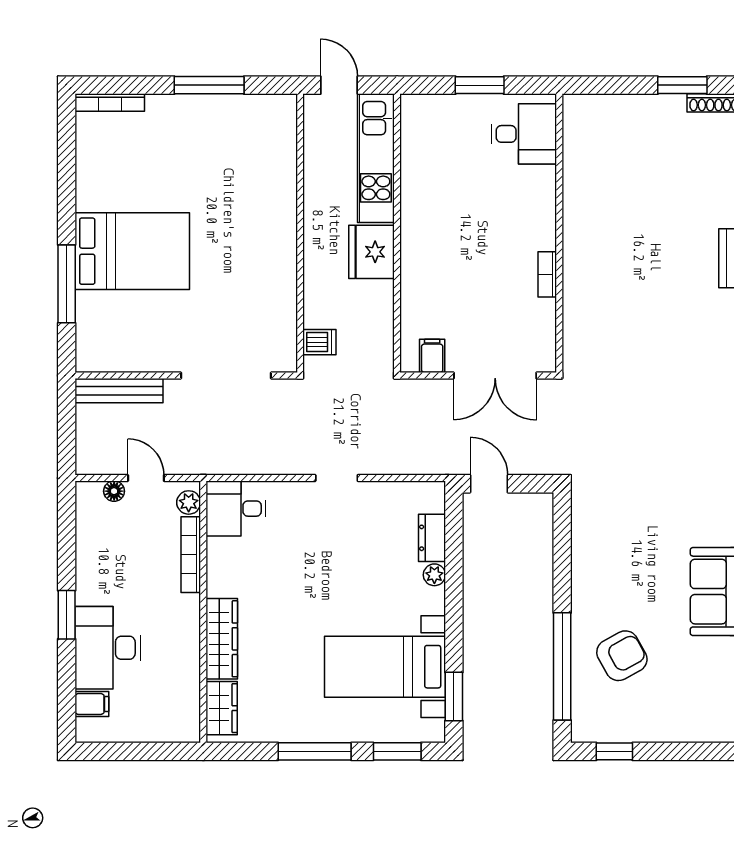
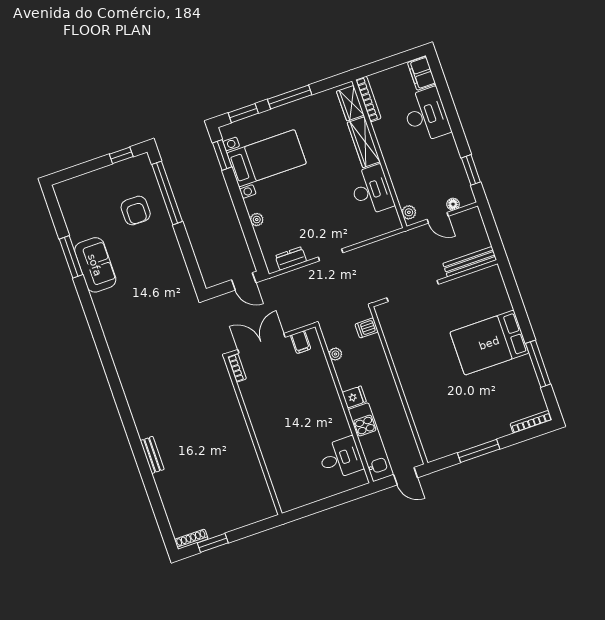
window: (480, 85) -> (327, 503), removed
desk: (524, 134) -> (341, 458), moved, turned 180
fridge: (371, 252) -> (354, 397), width x0.53, depth x0.75
bookcase: (547, 274) -> (237, 368), moved
window: (67, 284) -> (538, 364), moved
plant: (383, 318) -> (335, 354), added
desk: (236, 509) -> (371, 190), moved, width x1.37
dresser: (432, 538) -> (291, 258), moved, turned -90
bookcase: (191, 555) -> (368, 99), moved
window: (67, 615) -> (471, 170), moved
armchair: (622, 656) -> (136, 211), turned -61
filing cabinet: (92, 704) -> (422, 73), width x2.00

